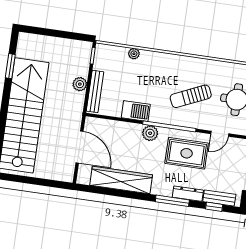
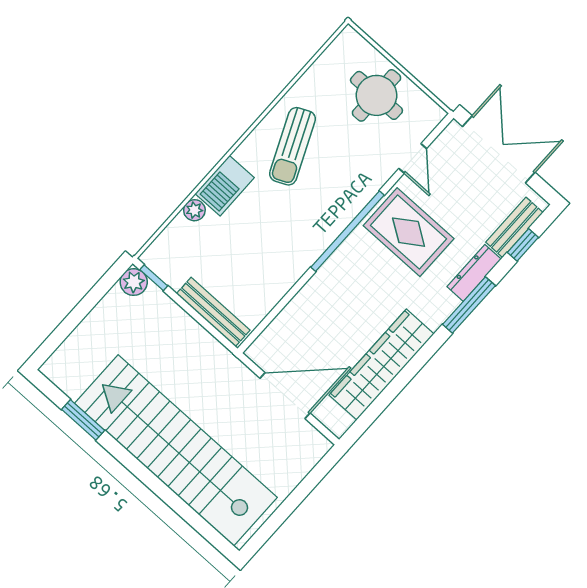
plant: (80, 84) -> (134, 282), moved
sun lounger: (191, 96) -> (292, 146), moved
barbecue: (136, 111) -> (225, 186), moved, turned 180
plant: (150, 133) -> (338, 269), removed
rug: (187, 153) -> (409, 232), turned 90

